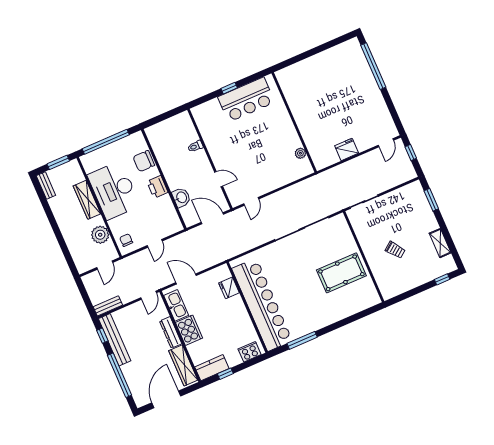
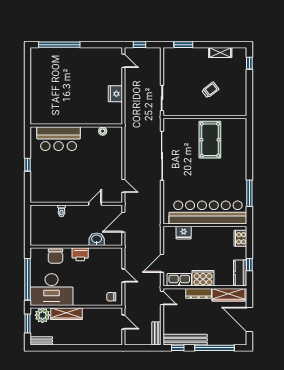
bar counter: (246, 100) -> (59, 139), moved, turned 90
desk: (114, 190) -> (52, 290), moved
plant: (100, 235) -> (42, 315), moved

